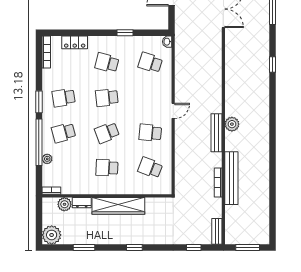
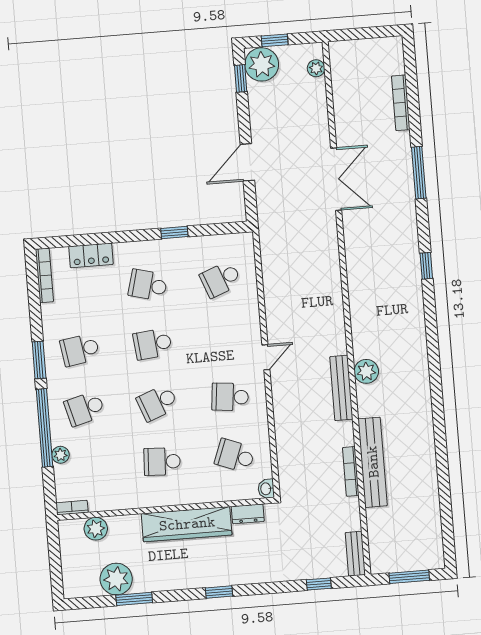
washbasin: (167, 42) -> (266, 489), moved
school desk: (150, 63) -> (221, 279), turned -39
dresser: (82, 203) -> (248, 514), moved
plant: (52, 235) -> (116, 579), moved

